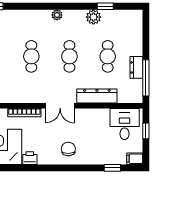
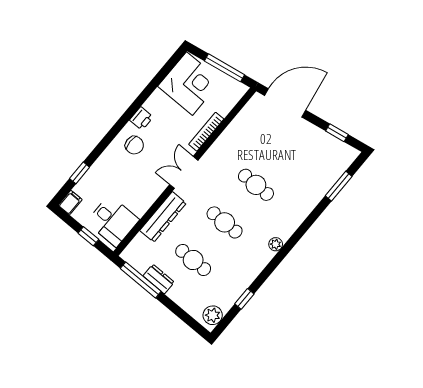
plant: (93, 17) -> (213, 315), moved
printer: (30, 158) -> (141, 118), moved

